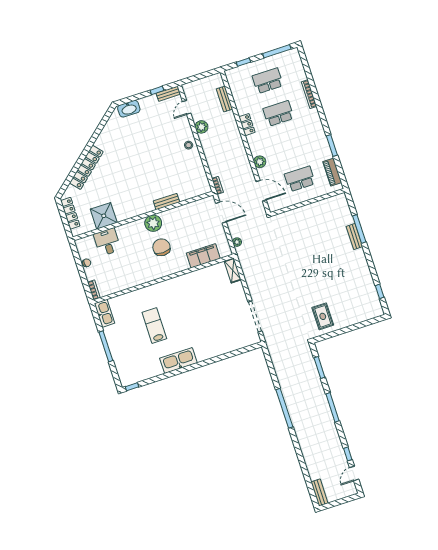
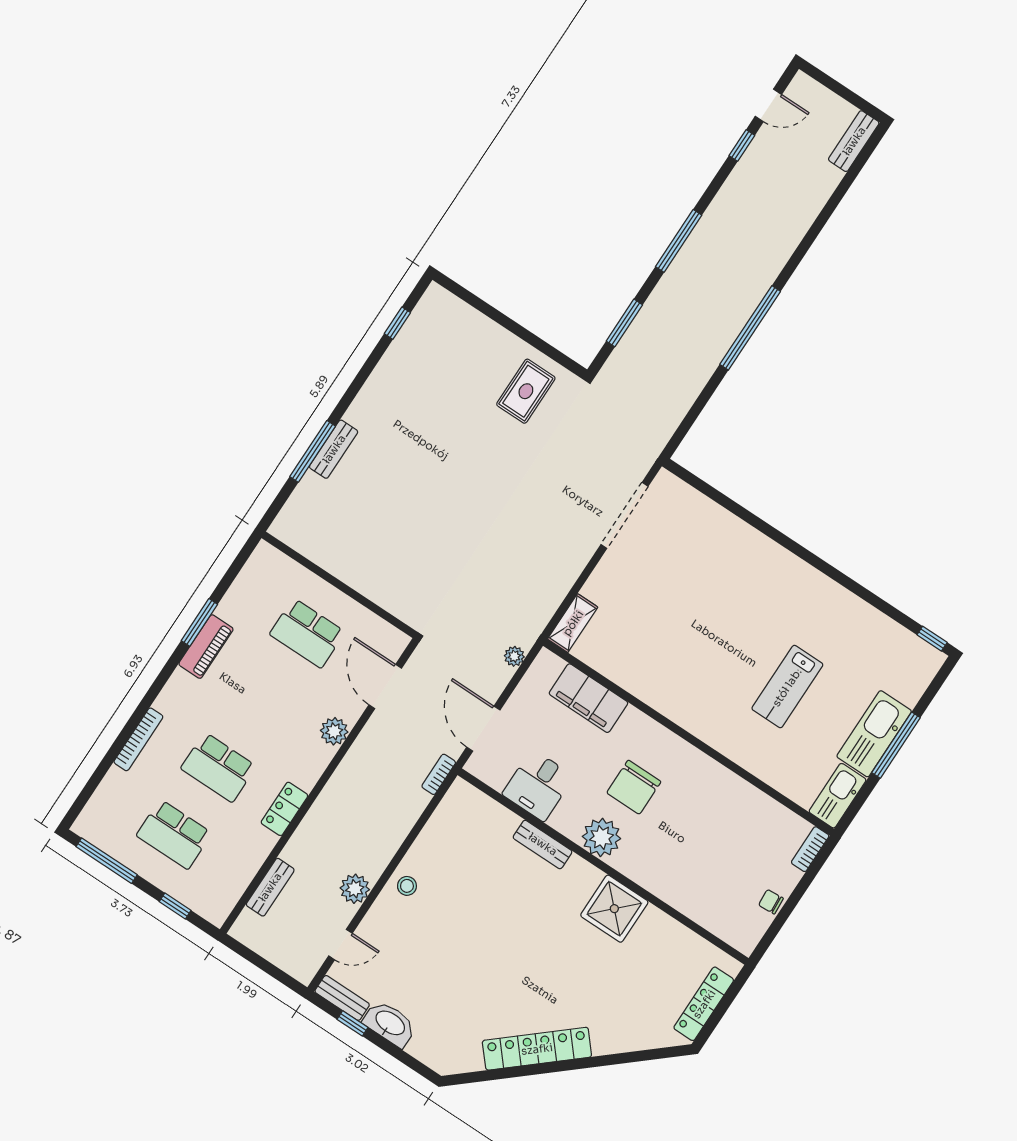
washbasin: (129, 109) -> (390, 1024), moved
locker: (86, 167) -> (537, 1049), moved
piano: (332, 172) -> (206, 647), moved
shower: (104, 216) -> (614, 909), moved
desk: (107, 242) -> (538, 785), moved
kitchen sink: (178, 360) -> (874, 734), moved, turned 90

